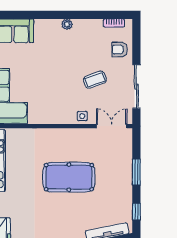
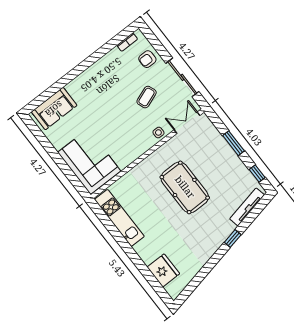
plant: (67, 24) -> (92, 71), removed
pool table: (69, 177) -> (185, 187), turned 90

